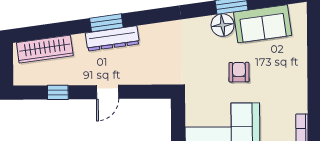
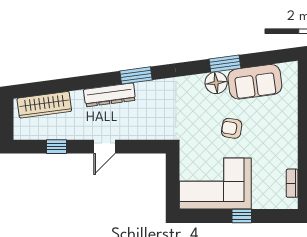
window: (106, 23) -> (136, 75), moved
armchair: (239, 72) -> (232, 128), turned -81

